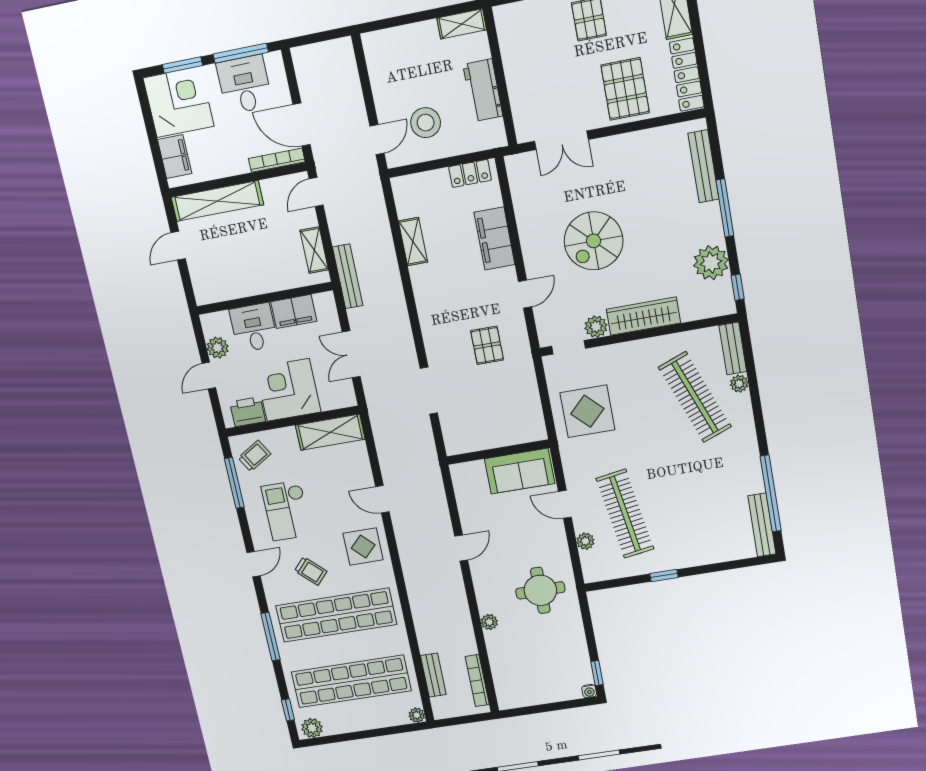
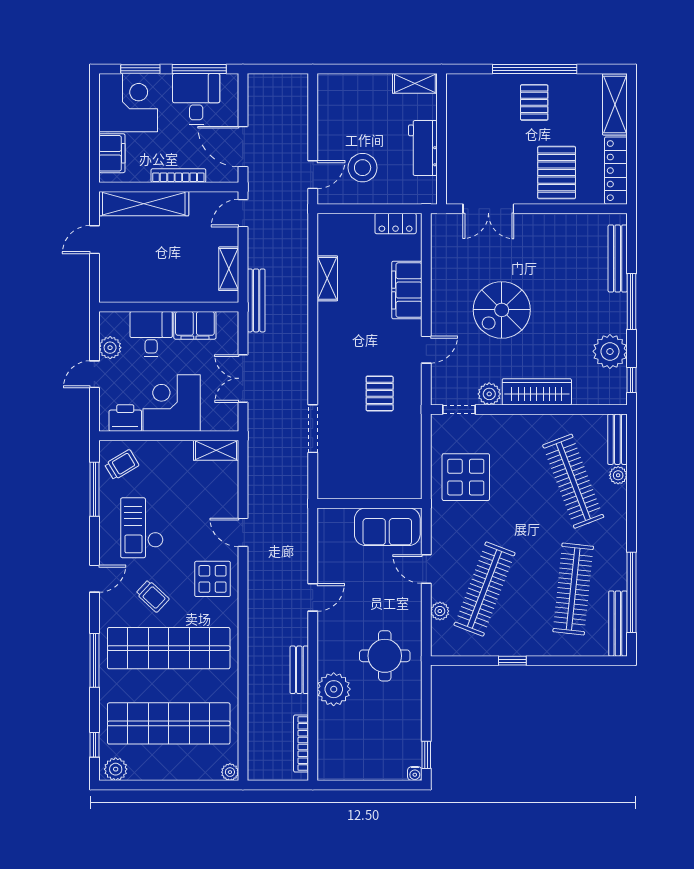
bookcase: (277, 160) -> (178, 176), moved
shelving: (330, 432) -> (216, 450), width x0.67, depth x0.75
clothes rail: (712, 500) -> (573, 589), added
clothes rail: (625, 514) -> (485, 589), turned 30
plant: (489, 622) -> (334, 689), width x1.87, depth x1.87
bench: (433, 675) -> (299, 670), moved

